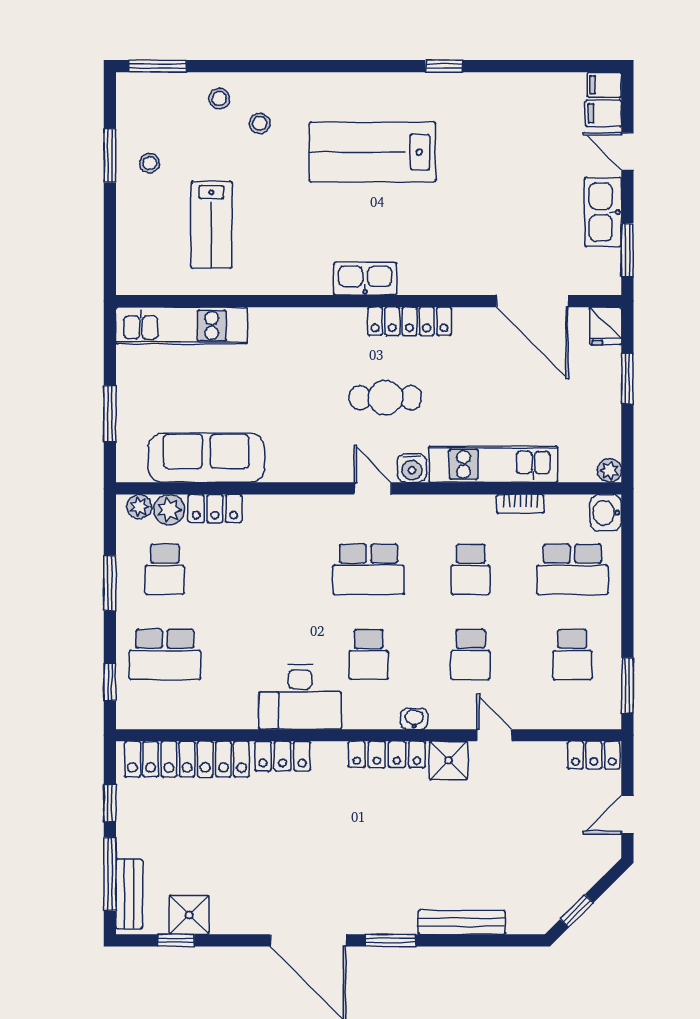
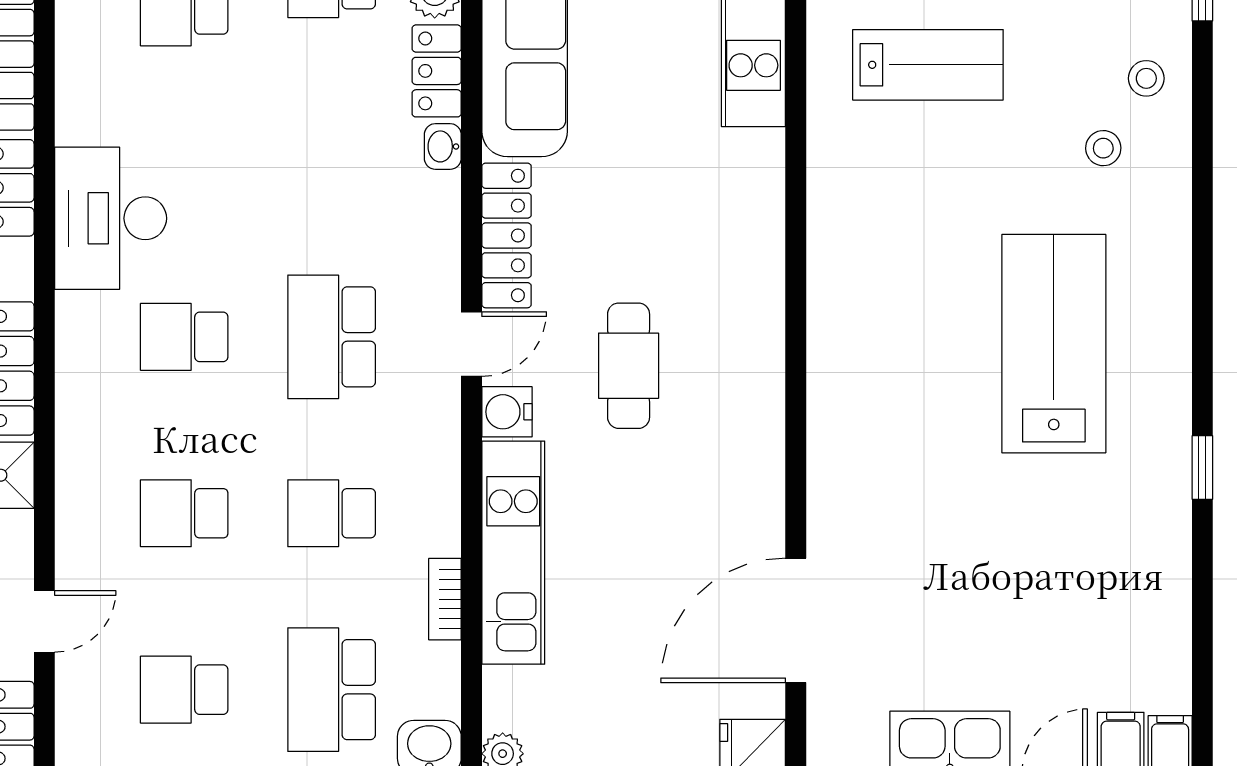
lab bench: (211, 225) -> (928, 65), turned 180
kitchen sink: (365, 279) -> (835, 331), removed
locker: (410, 321) -> (507, 235), moved, turned 180
washbasin: (414, 719) -> (443, 146), moved, turned 180
door: (494, 735) -> (44, 621), moved

